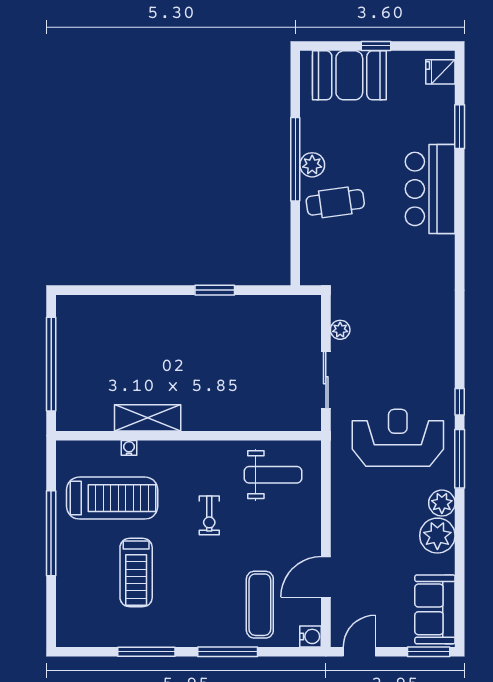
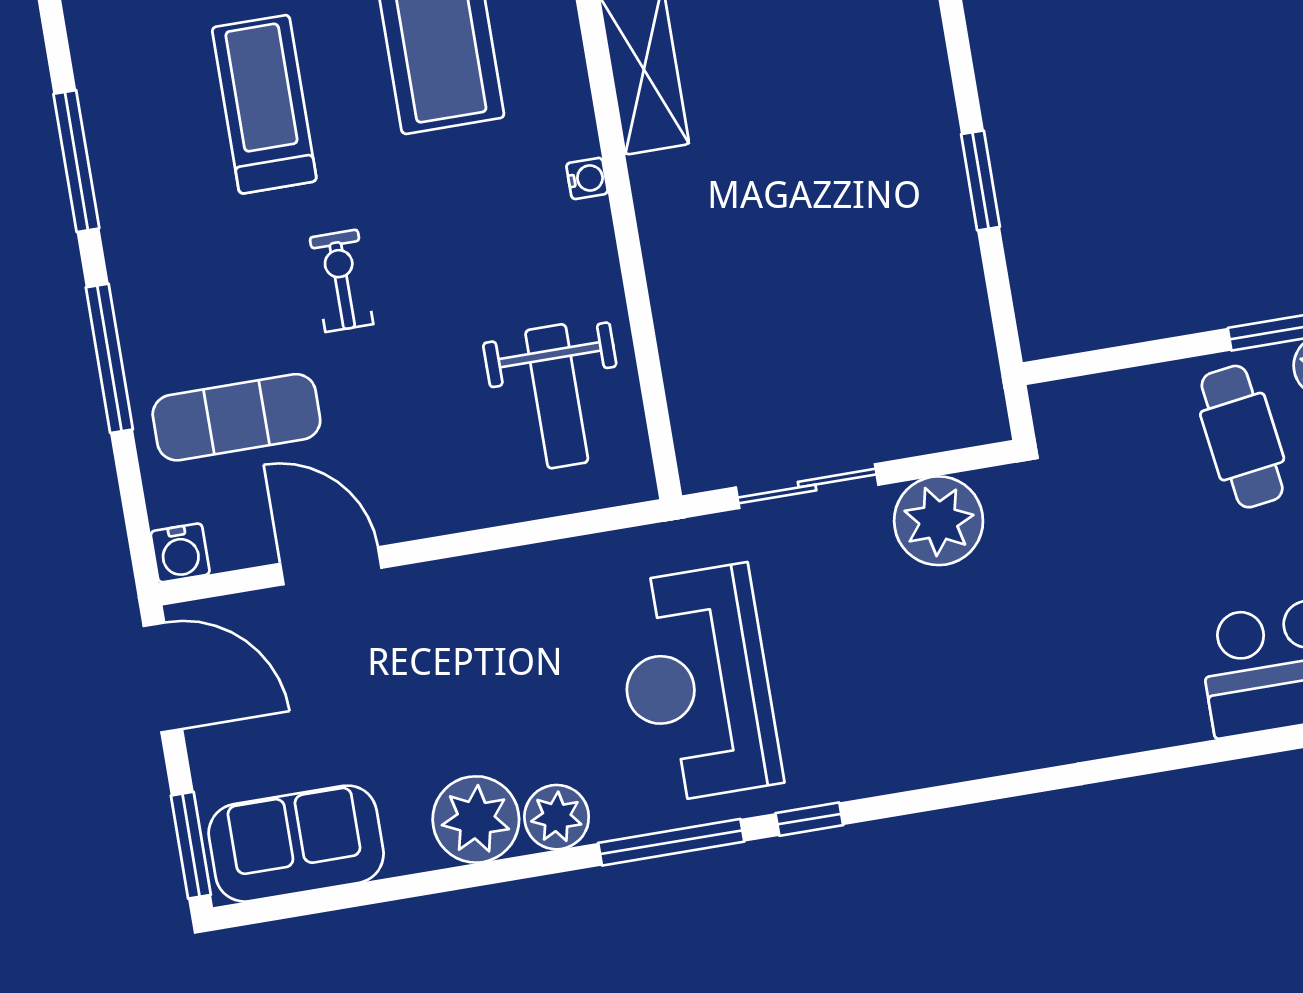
plant: (340, 330) -> (939, 521), width x1.88, depth x1.88
reception desk: (398, 438) -> (697, 684), turned 180
water cooler: (129, 448) -> (587, 178), moved
exercise bike: (209, 515) -> (342, 281), moved, turned 90
treadmill: (136, 572) -> (264, 104), turned 90
door: (359, 652) -> (163, 677), width x1.38

